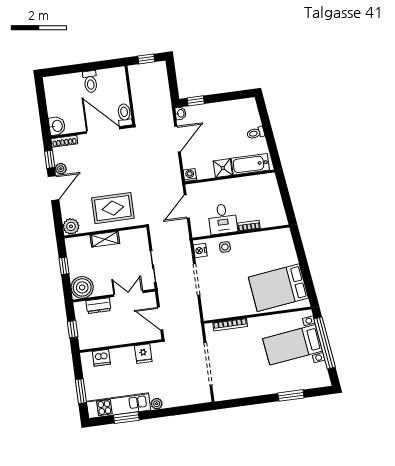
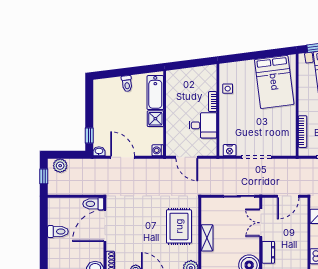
plant: (160, 75) -> (60, 166), added
side table: (225, 247) -> (228, 89), moved

